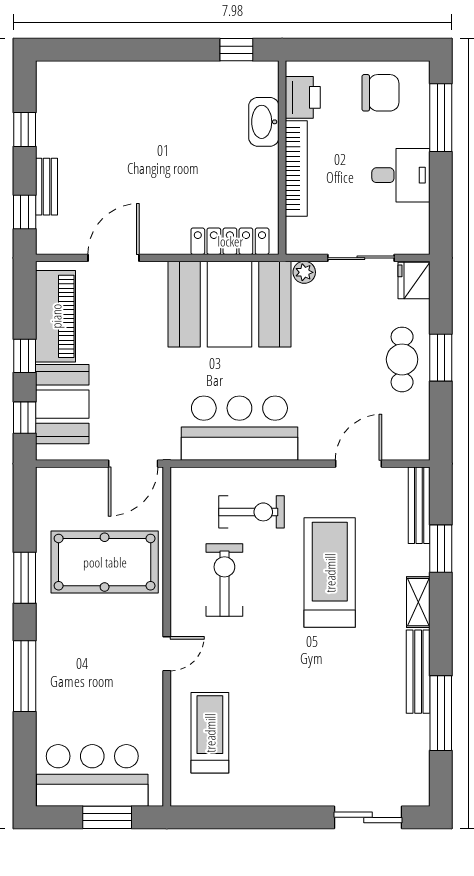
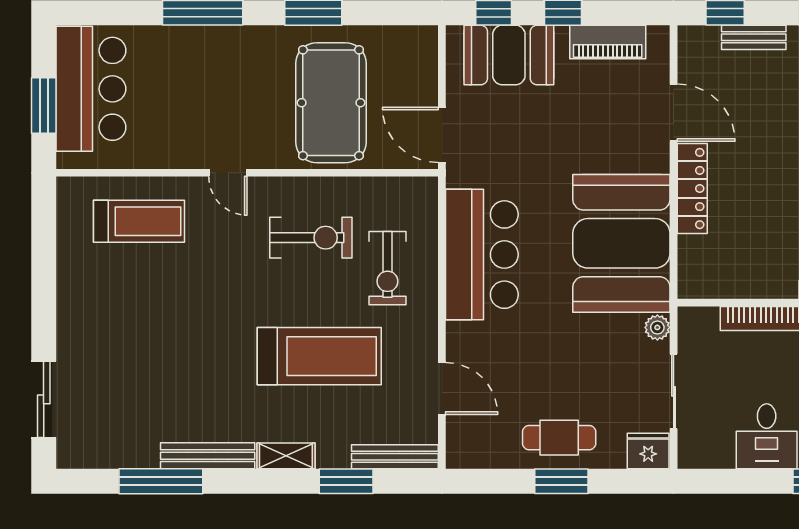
locker: (230, 241) -> (692, 189), moved
piano: (56, 316) -> (608, 42), width x0.73, depth x0.75

